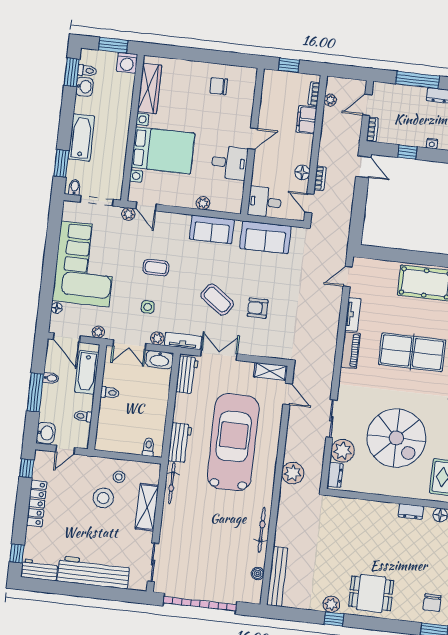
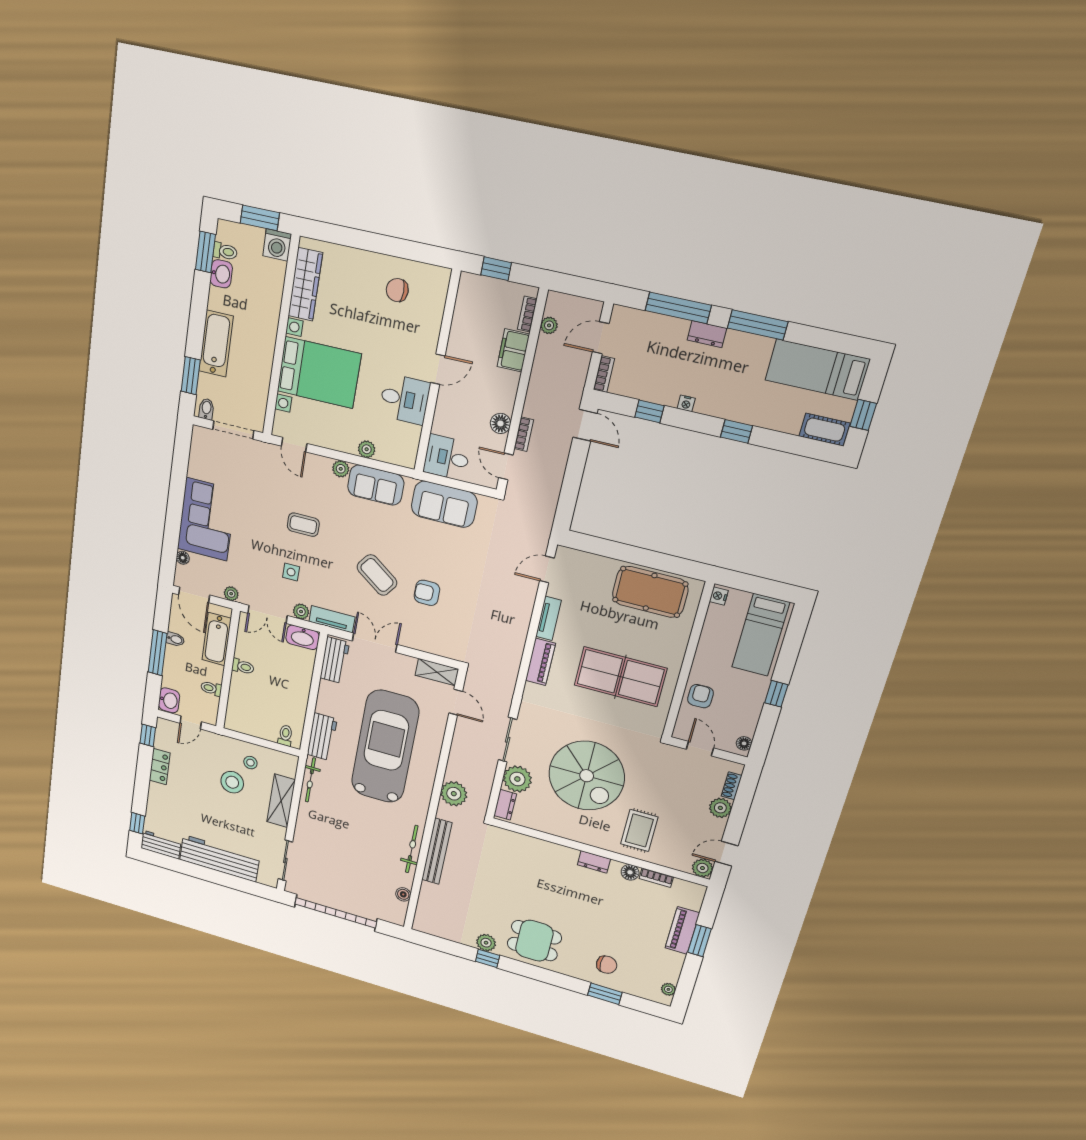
plant: (128, 214) -> (341, 469), moved
corner sofa: (85, 264) -> (207, 519), width x0.73, depth x0.74
locker: (37, 503) -> (160, 767), width x0.66
bench: (277, 577) -> (437, 851), moved
chair: (432, 603) -> (607, 965), turned -90

